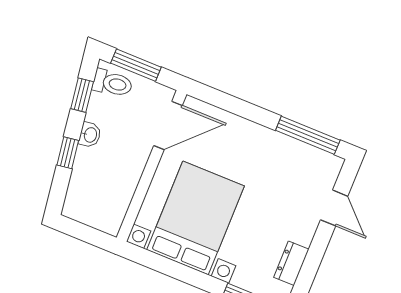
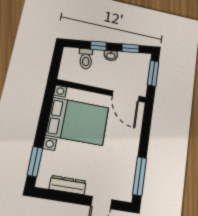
toilet: (112, 83) -> (86, 59), moved
dresser: (291, 263) -> (68, 185), width x1.44

